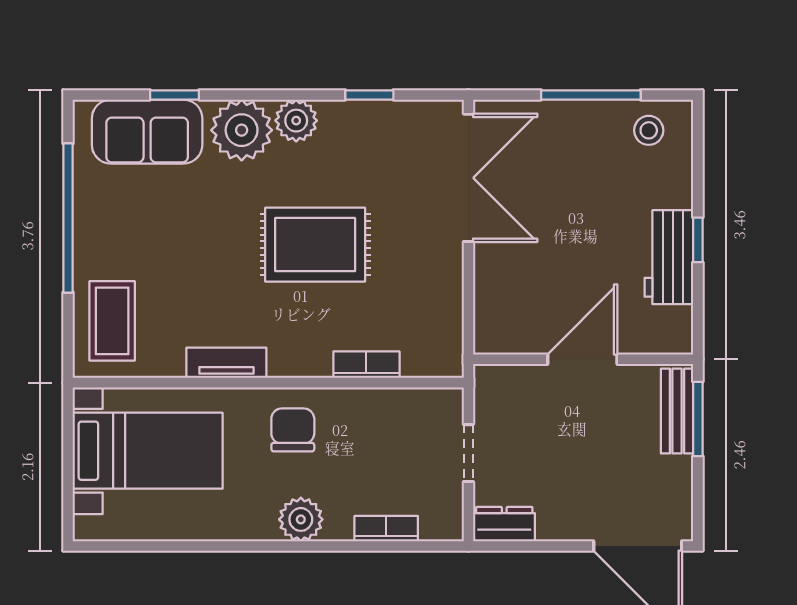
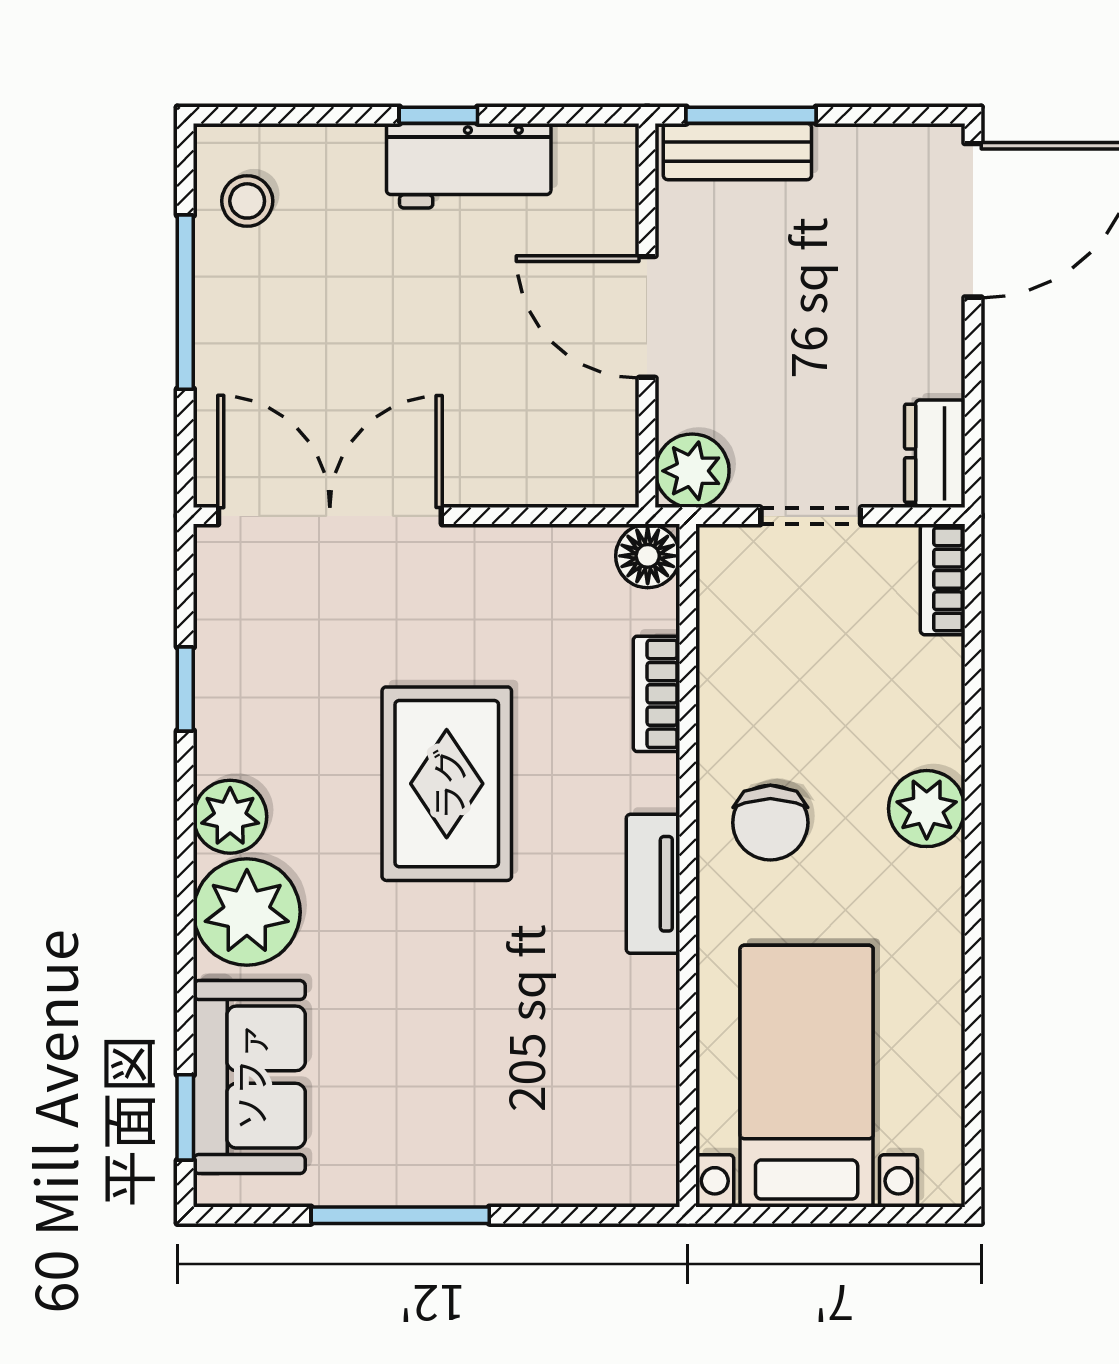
window: (174, 95) -> (185, 1117), moved
window: (68, 218) -> (400, 1215), width x0.68
coffee table: (112, 321) -> (580, 1138), removed
floor lamp: (445, 360) -> (648, 556), added
tv unit: (226, 363) -> (653, 884), moved
plant: (494, 385) -> (692, 471), added
chair: (293, 430) -> (770, 823), turned -90
bookcase: (386, 529) -> (943, 579), moved

